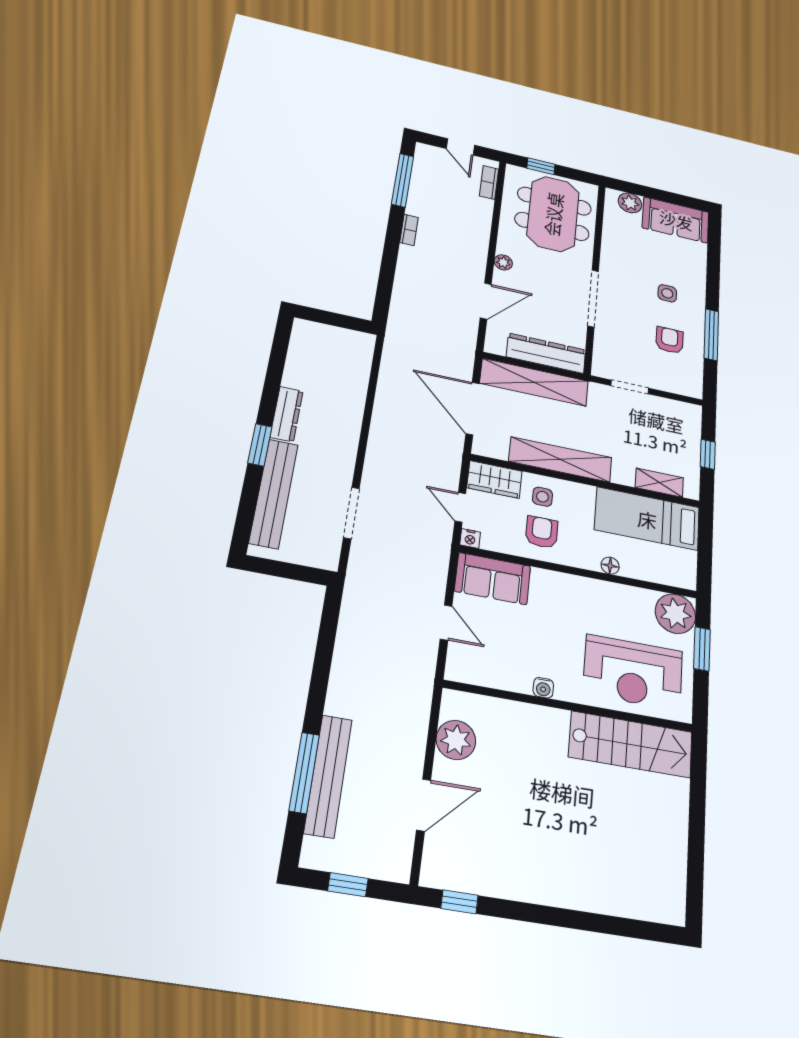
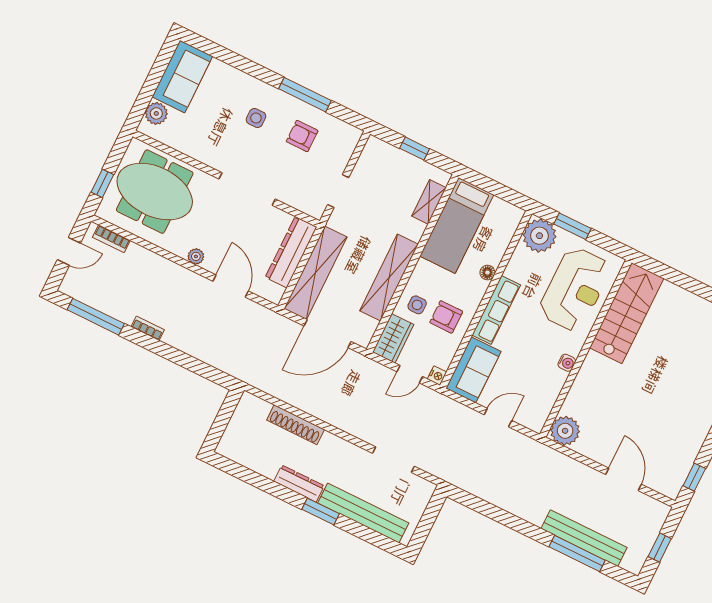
shoe rack: (356, 396) -> (296, 425), added
row of seats: (572, 587) -> (496, 310), added
plant: (456, 740) -> (565, 431), moved

